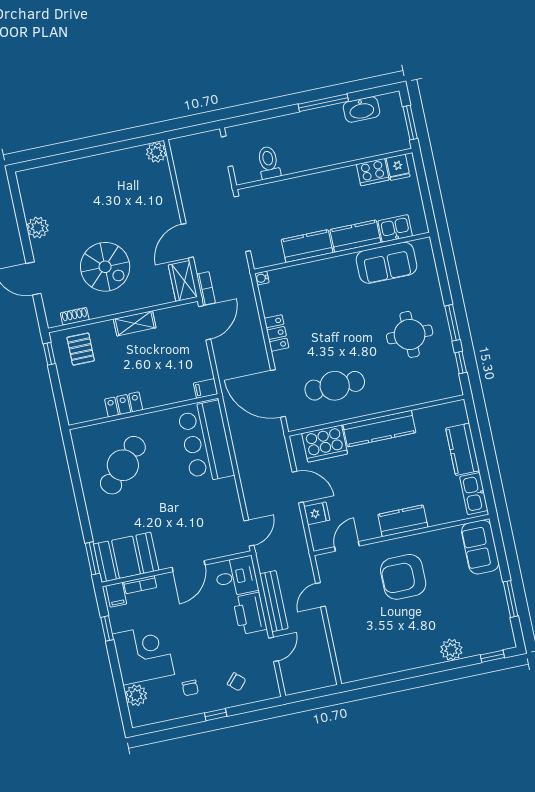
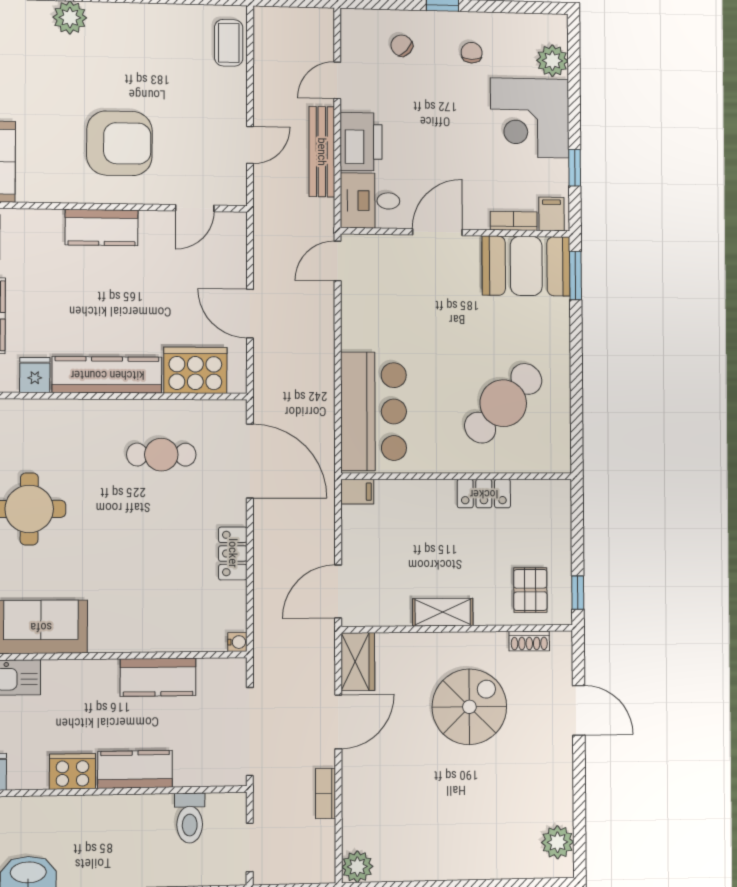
cooker: (373, 172) -> (72, 771), moved
plant: (38, 227) -> (558, 842), moved
kitchen counter: (355, 236) -> (135, 769), moved, turned 180
spiral stairs: (105, 267) -> (469, 707), turned 90
bookcase: (206, 288) -> (326, 793), moved
cafe table: (335, 386) -> (161, 455), width x0.73, depth x0.74
fridge: (317, 513) -> (35, 375), moved, turned 90
coffee table: (348, 657) -> (229, 43), added

